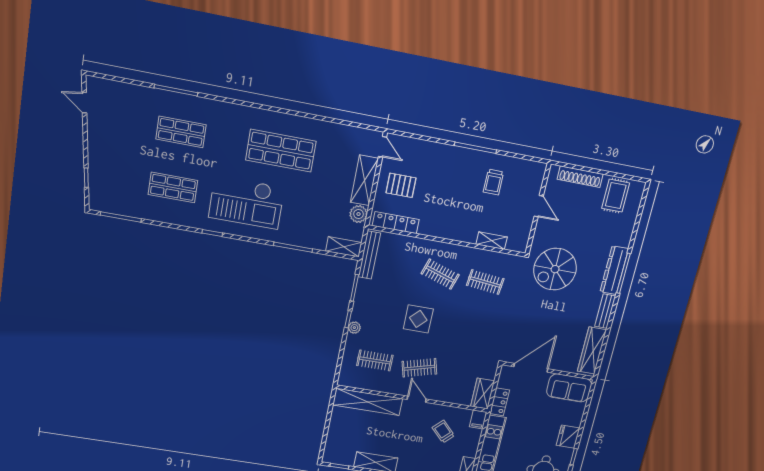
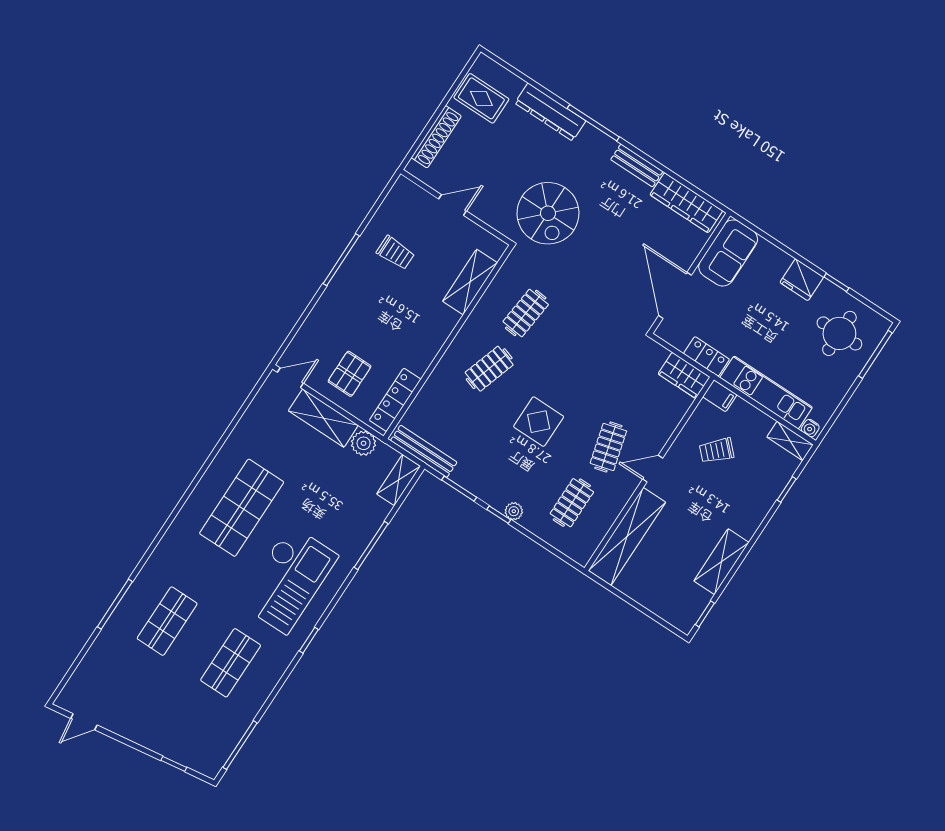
shelving: (492, 241) -> (470, 282), width x1.50, depth x1.33
dresser: (614, 270) -> (550, 112), moved

